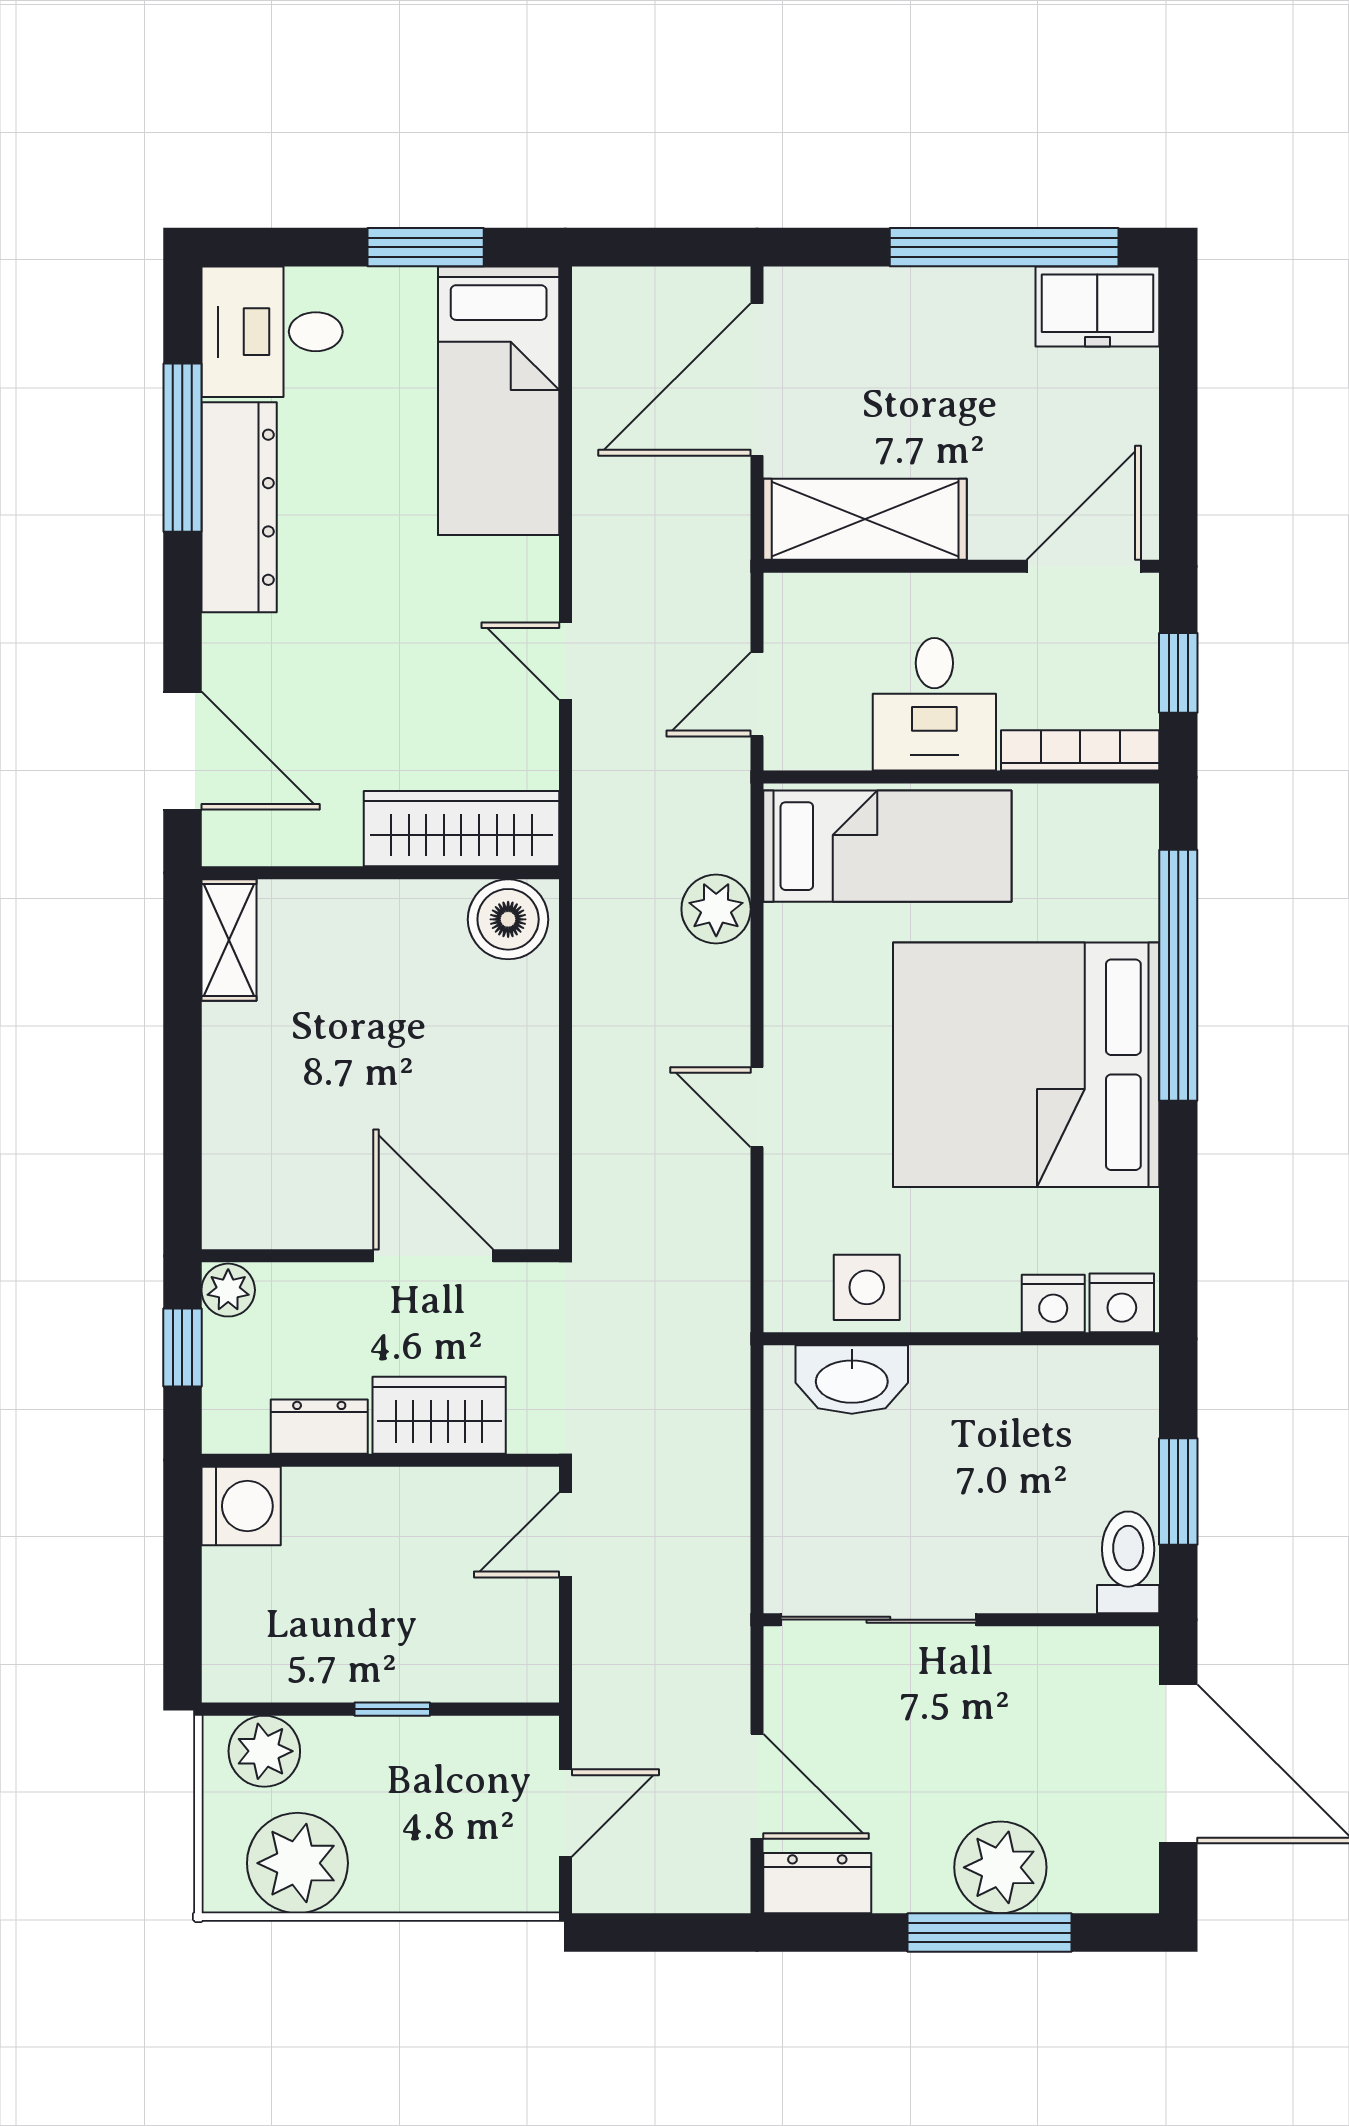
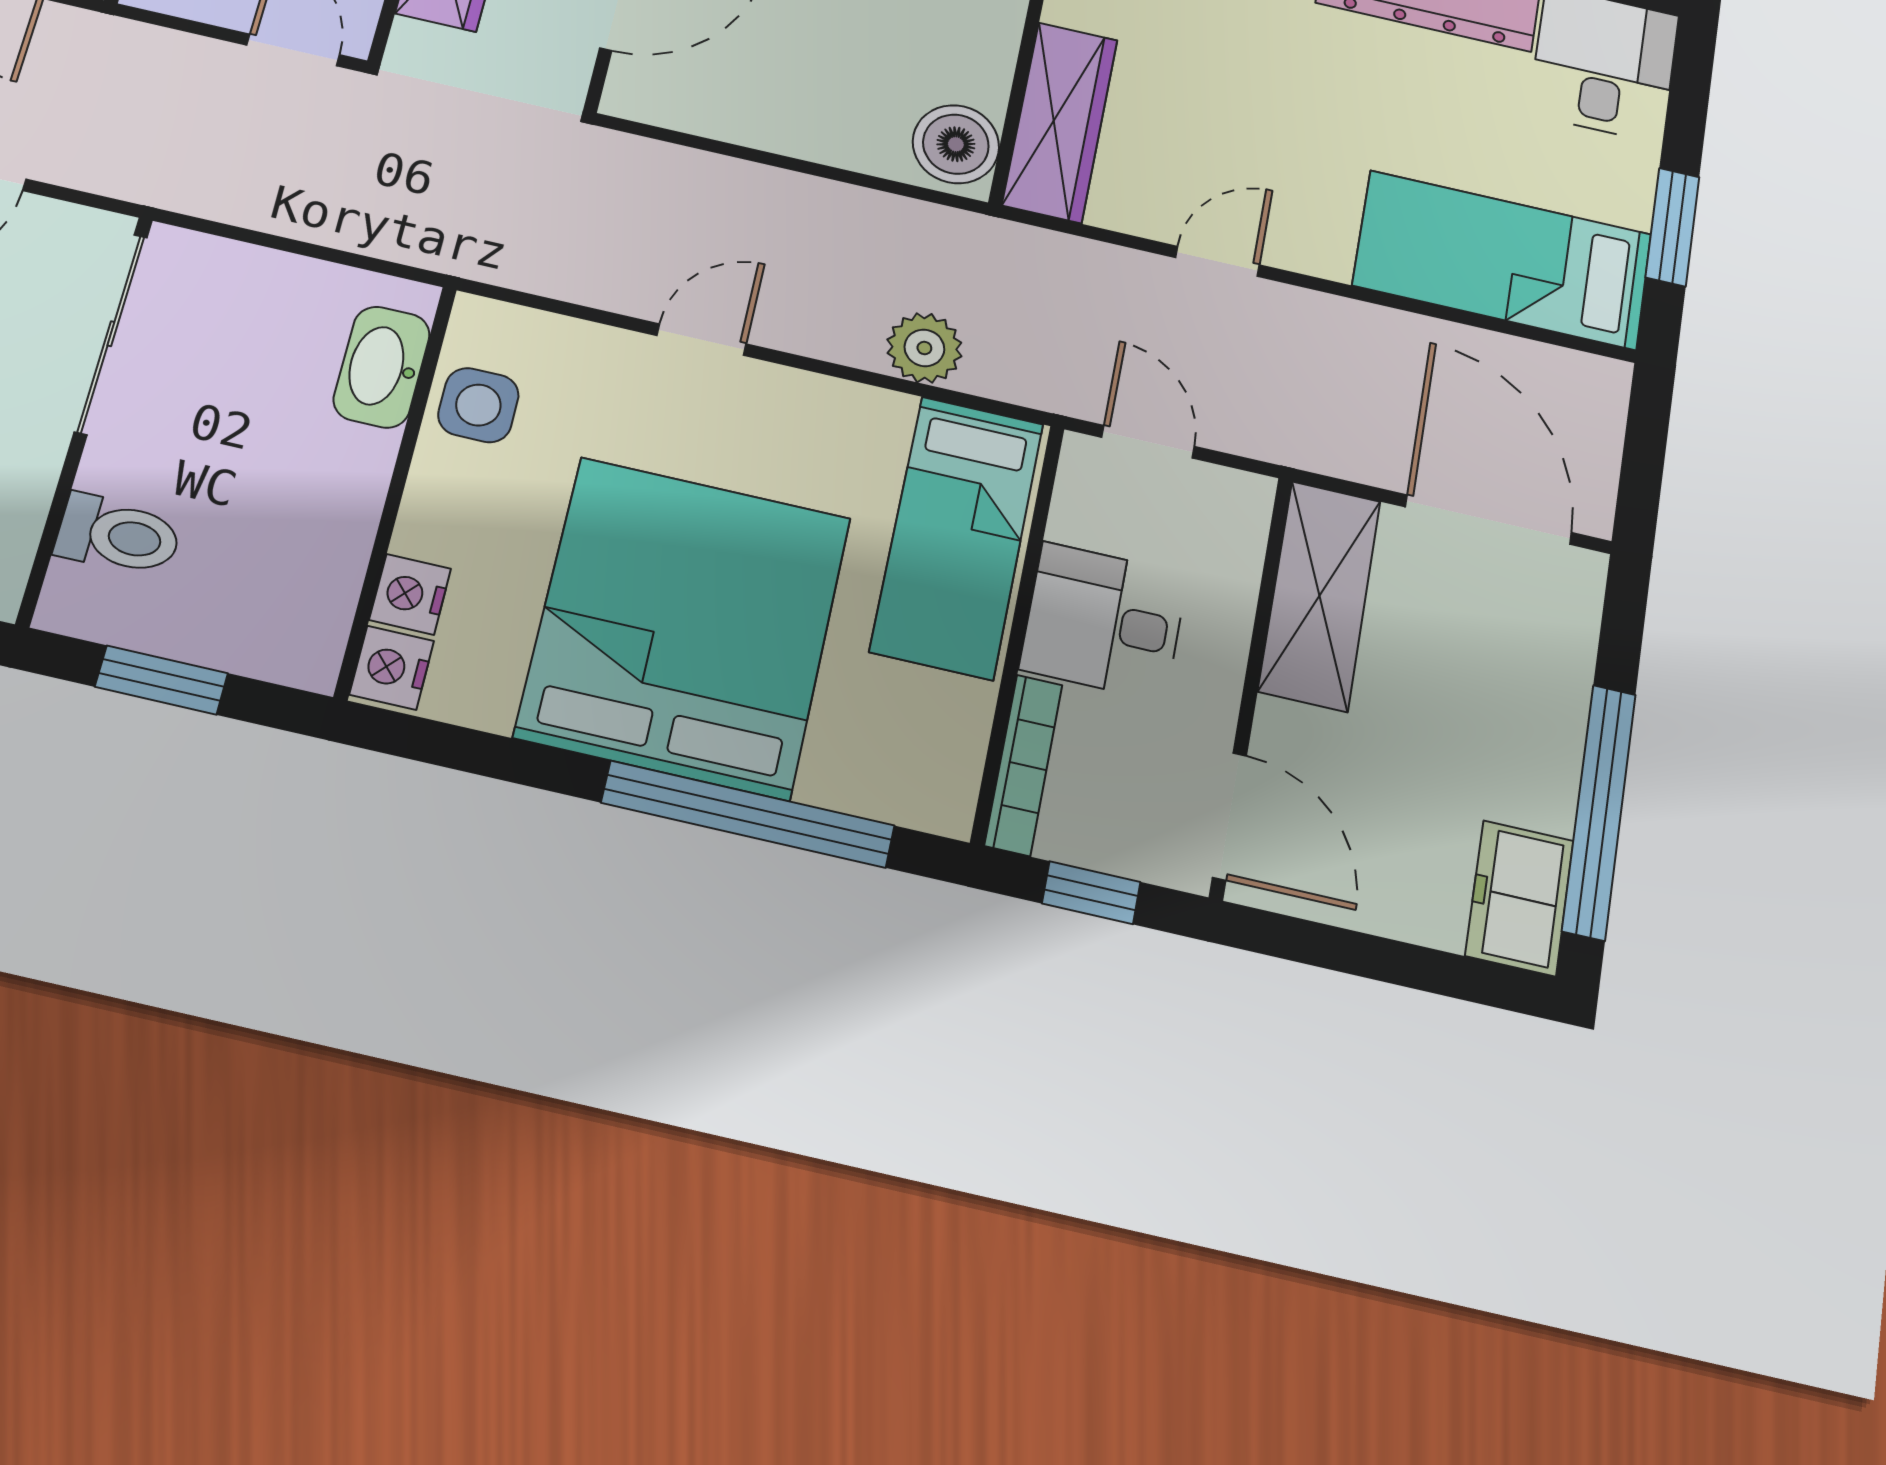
toilet: (1128, 1562) -> (119, 535), moved

